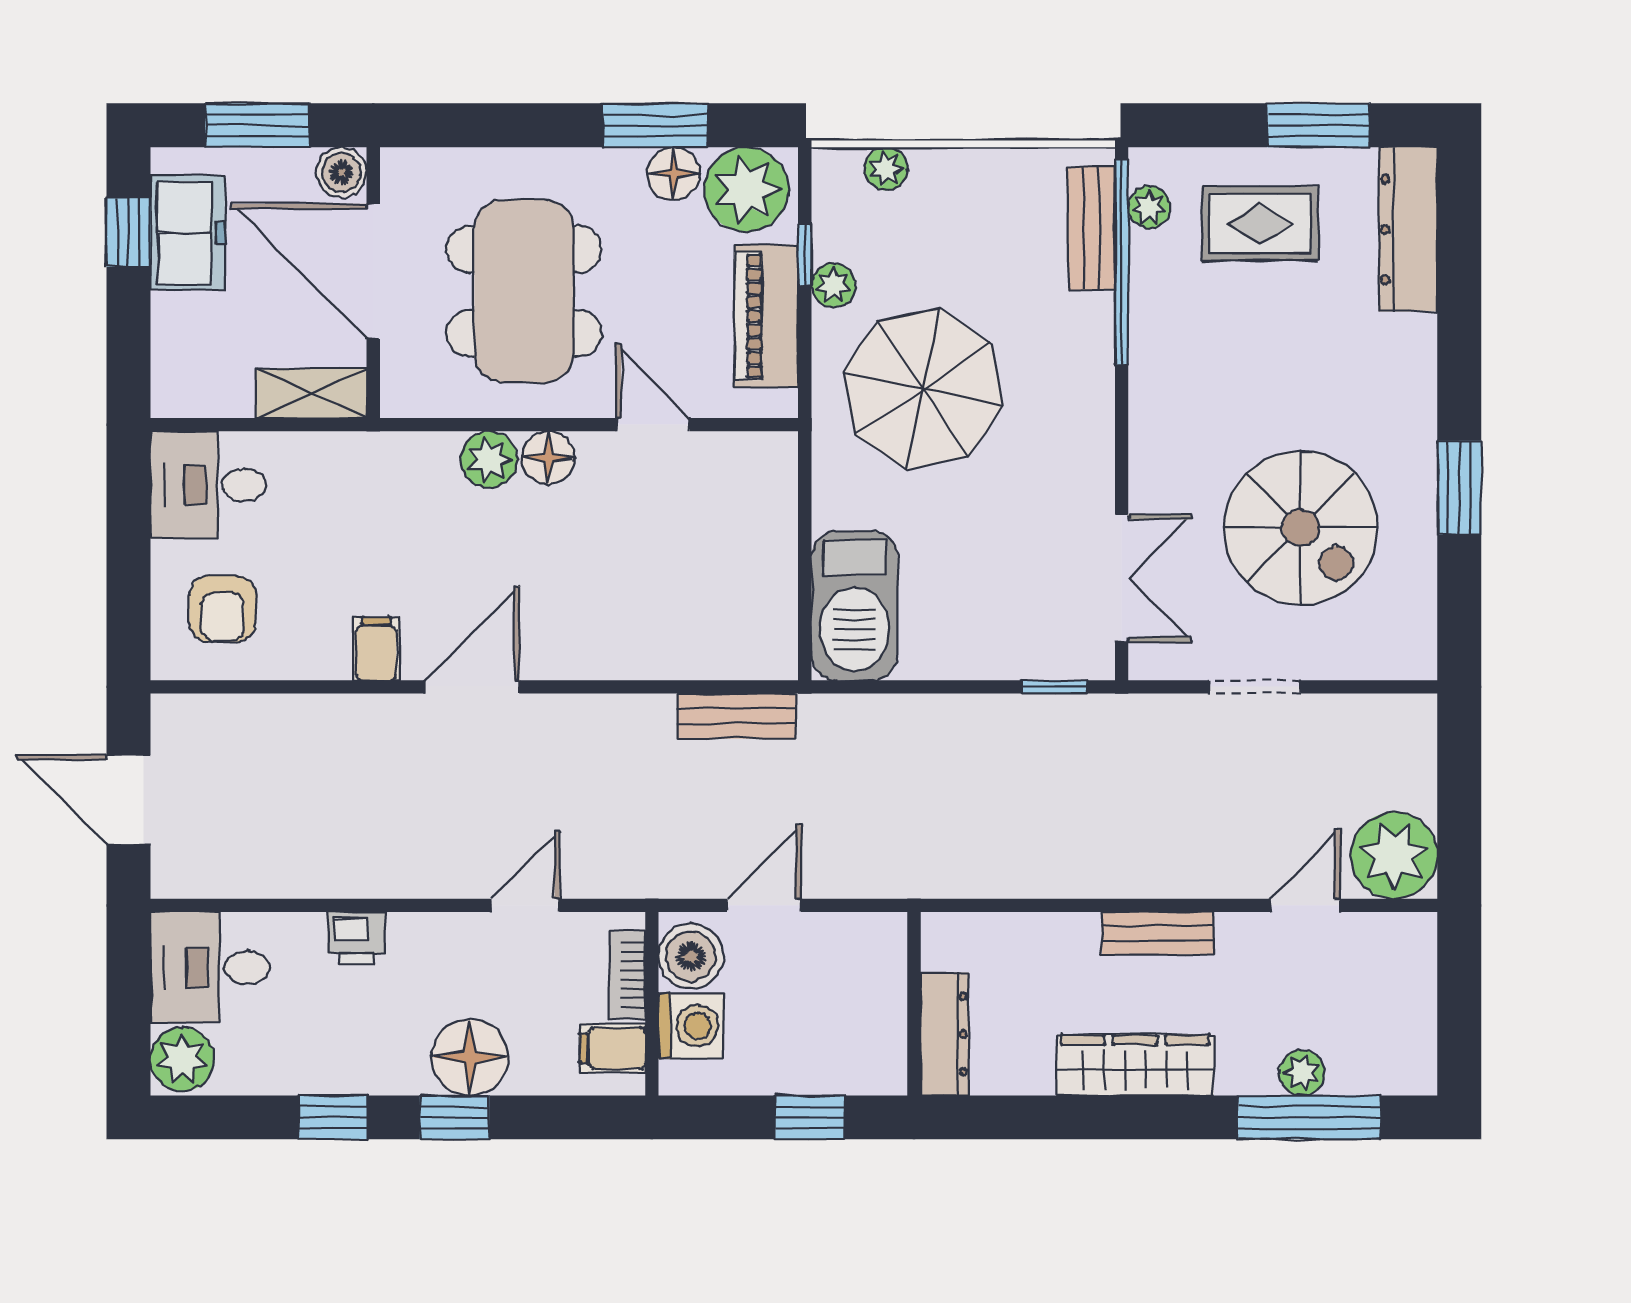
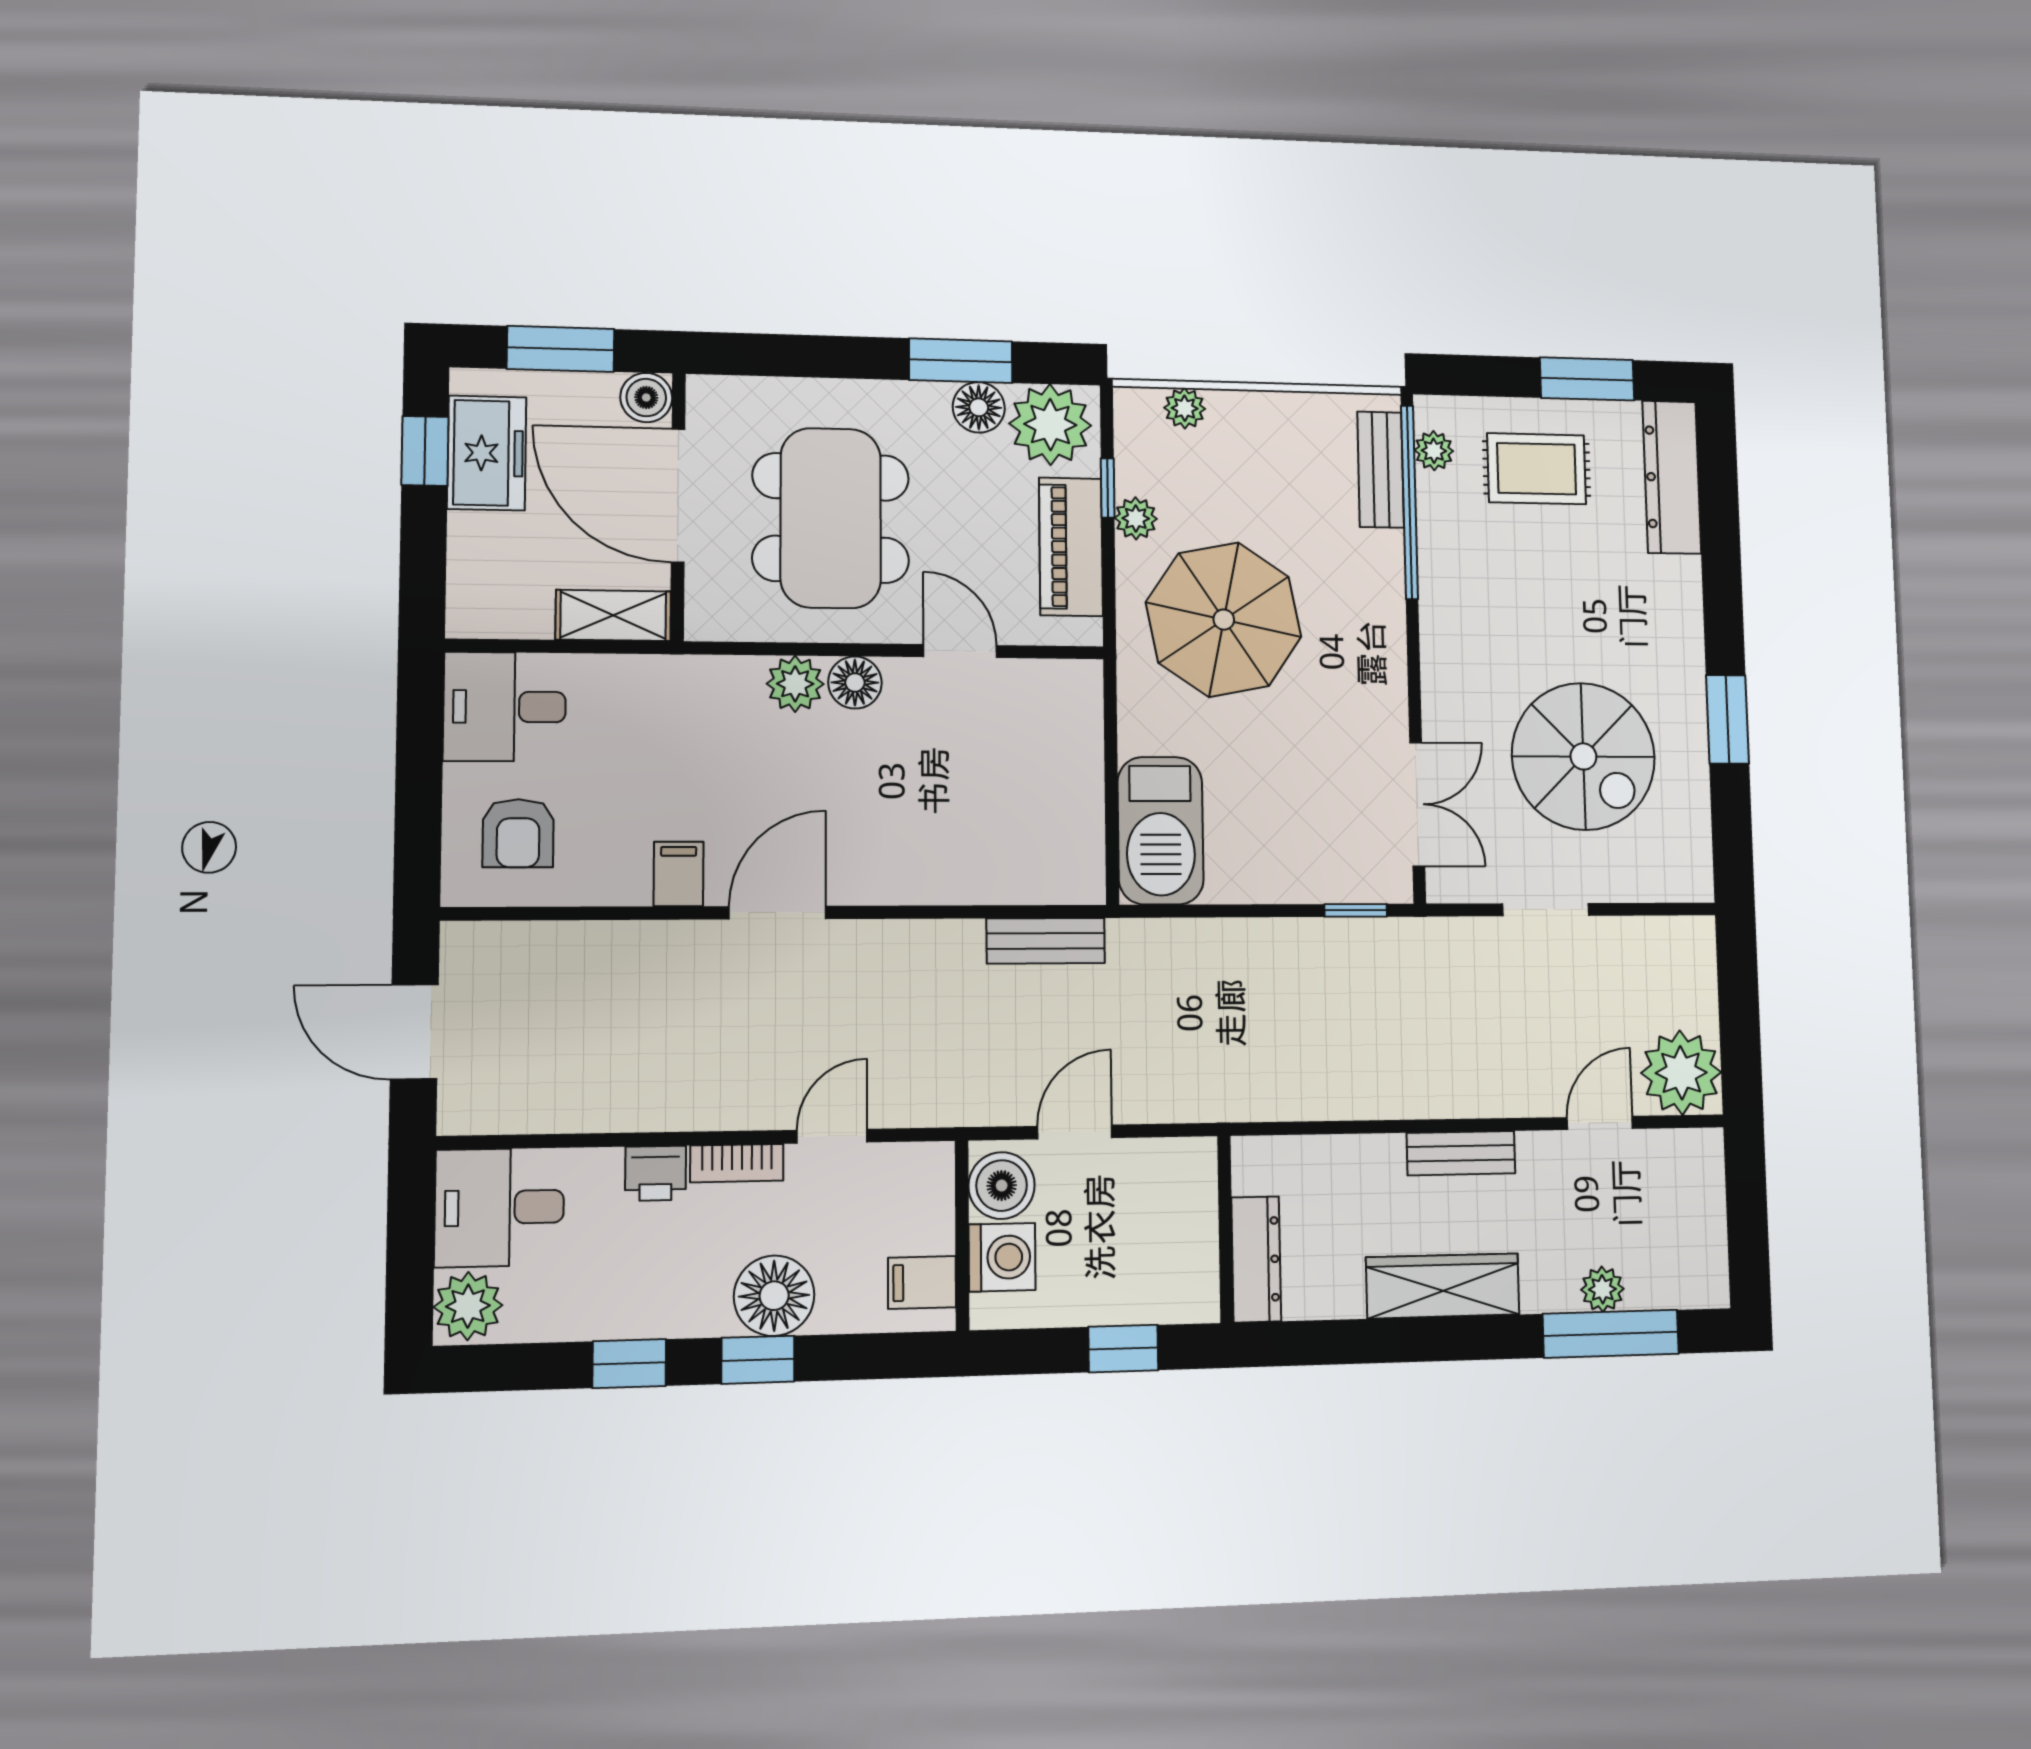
bookcase: (627, 975) -> (737, 1163), moved, turned -90

